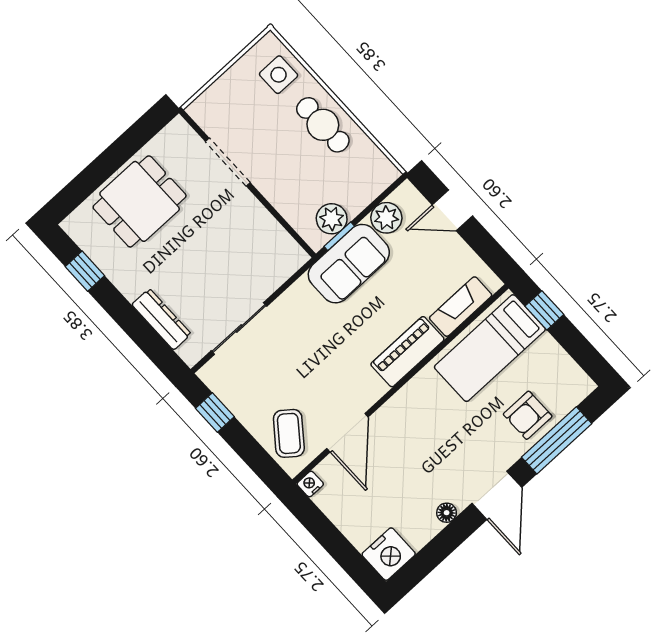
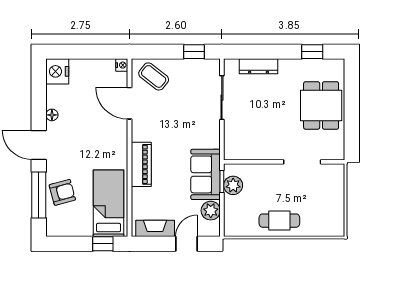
side table: (279, 75) -> (321, 221), removed
fireplace: (461, 307) -> (155, 228), moved, turned -90
armchair: (528, 415) -> (62, 192), turned 75

